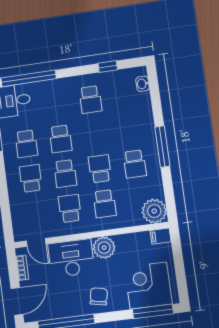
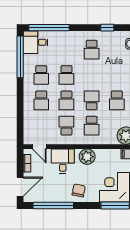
school desk: (31, 178) -> (41, 100), turned 180
desk: (71, 258) -> (63, 161), width x0.73

